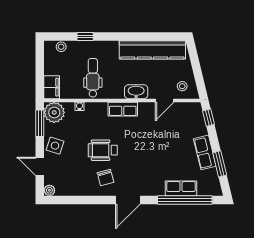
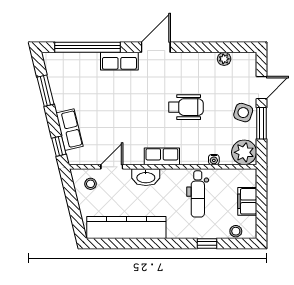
filing cabinet: (52, 87) -> (247, 201), moved
window: (40, 123) -> (261, 123), moved
row of seats: (205, 152) -> (70, 130), moved
door: (40, 166) -> (261, 88), hinge flipped
chair: (106, 177) -> (183, 74), removed
row of seats: (181, 188) -> (119, 61), moved
plant: (49, 190) -> (224, 59), moved

